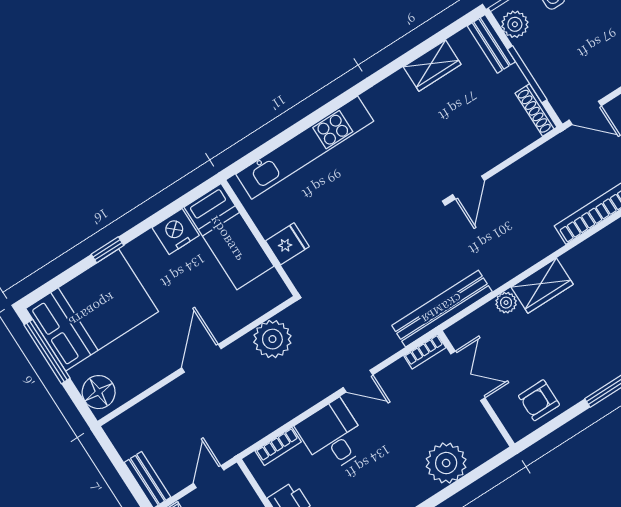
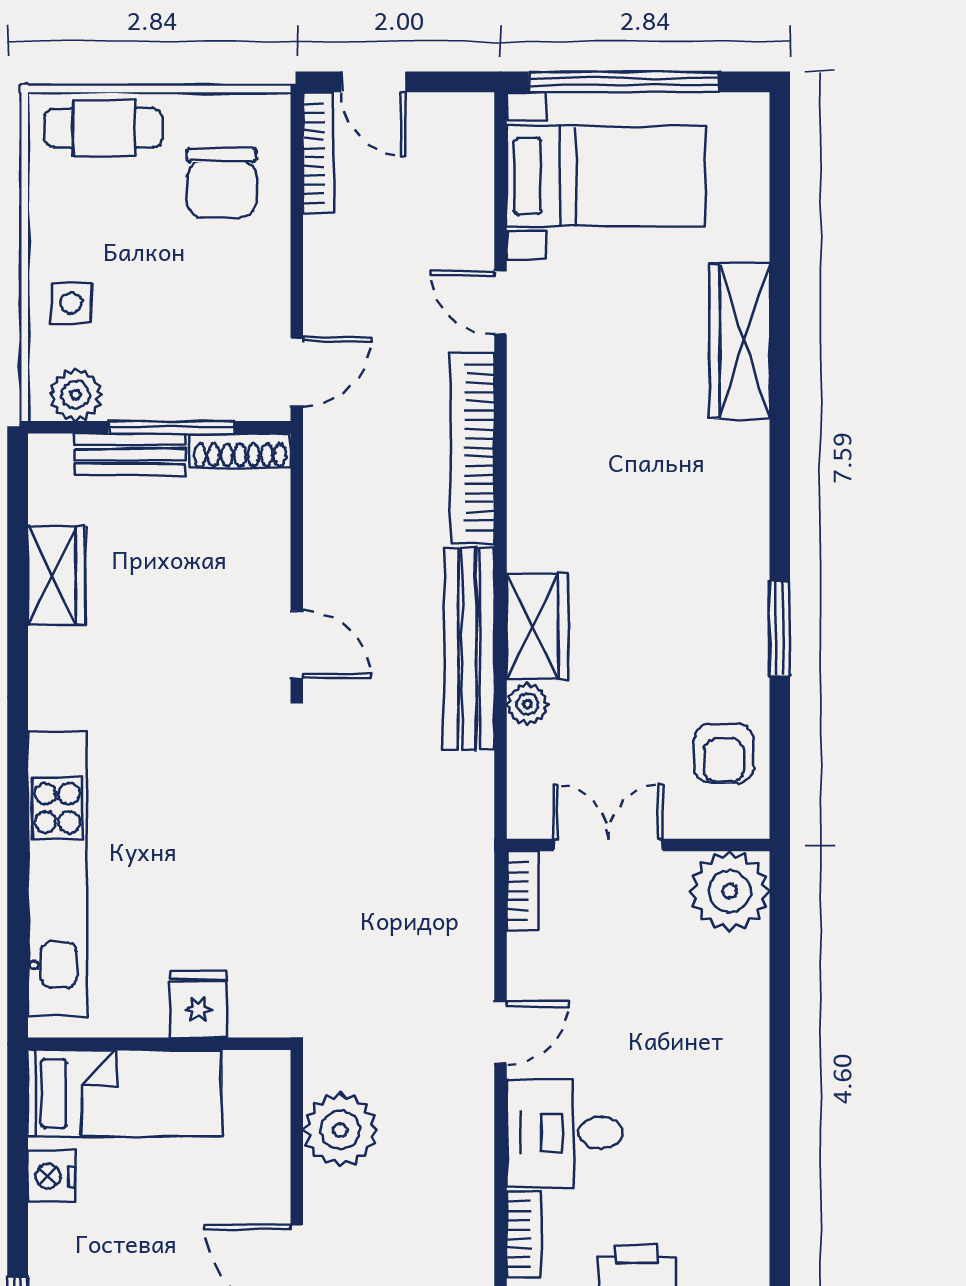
bench: (491, 44) -> (130, 454), moved
nightstand: (176, 231) -> (52, 1176), width x0.74, depth x0.75
bench: (442, 309) -> (469, 649), moved
plant: (446, 463) -> (730, 891), moved

